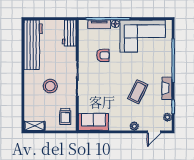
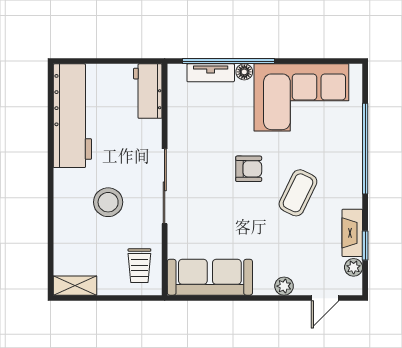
armchair: (103, 55) -> (249, 169), moved
fireplace: (167, 88) -> (352, 233), moved
coffee table: (138, 92) -> (298, 193), moved
sofa: (93, 122) -> (210, 277), width x1.36

